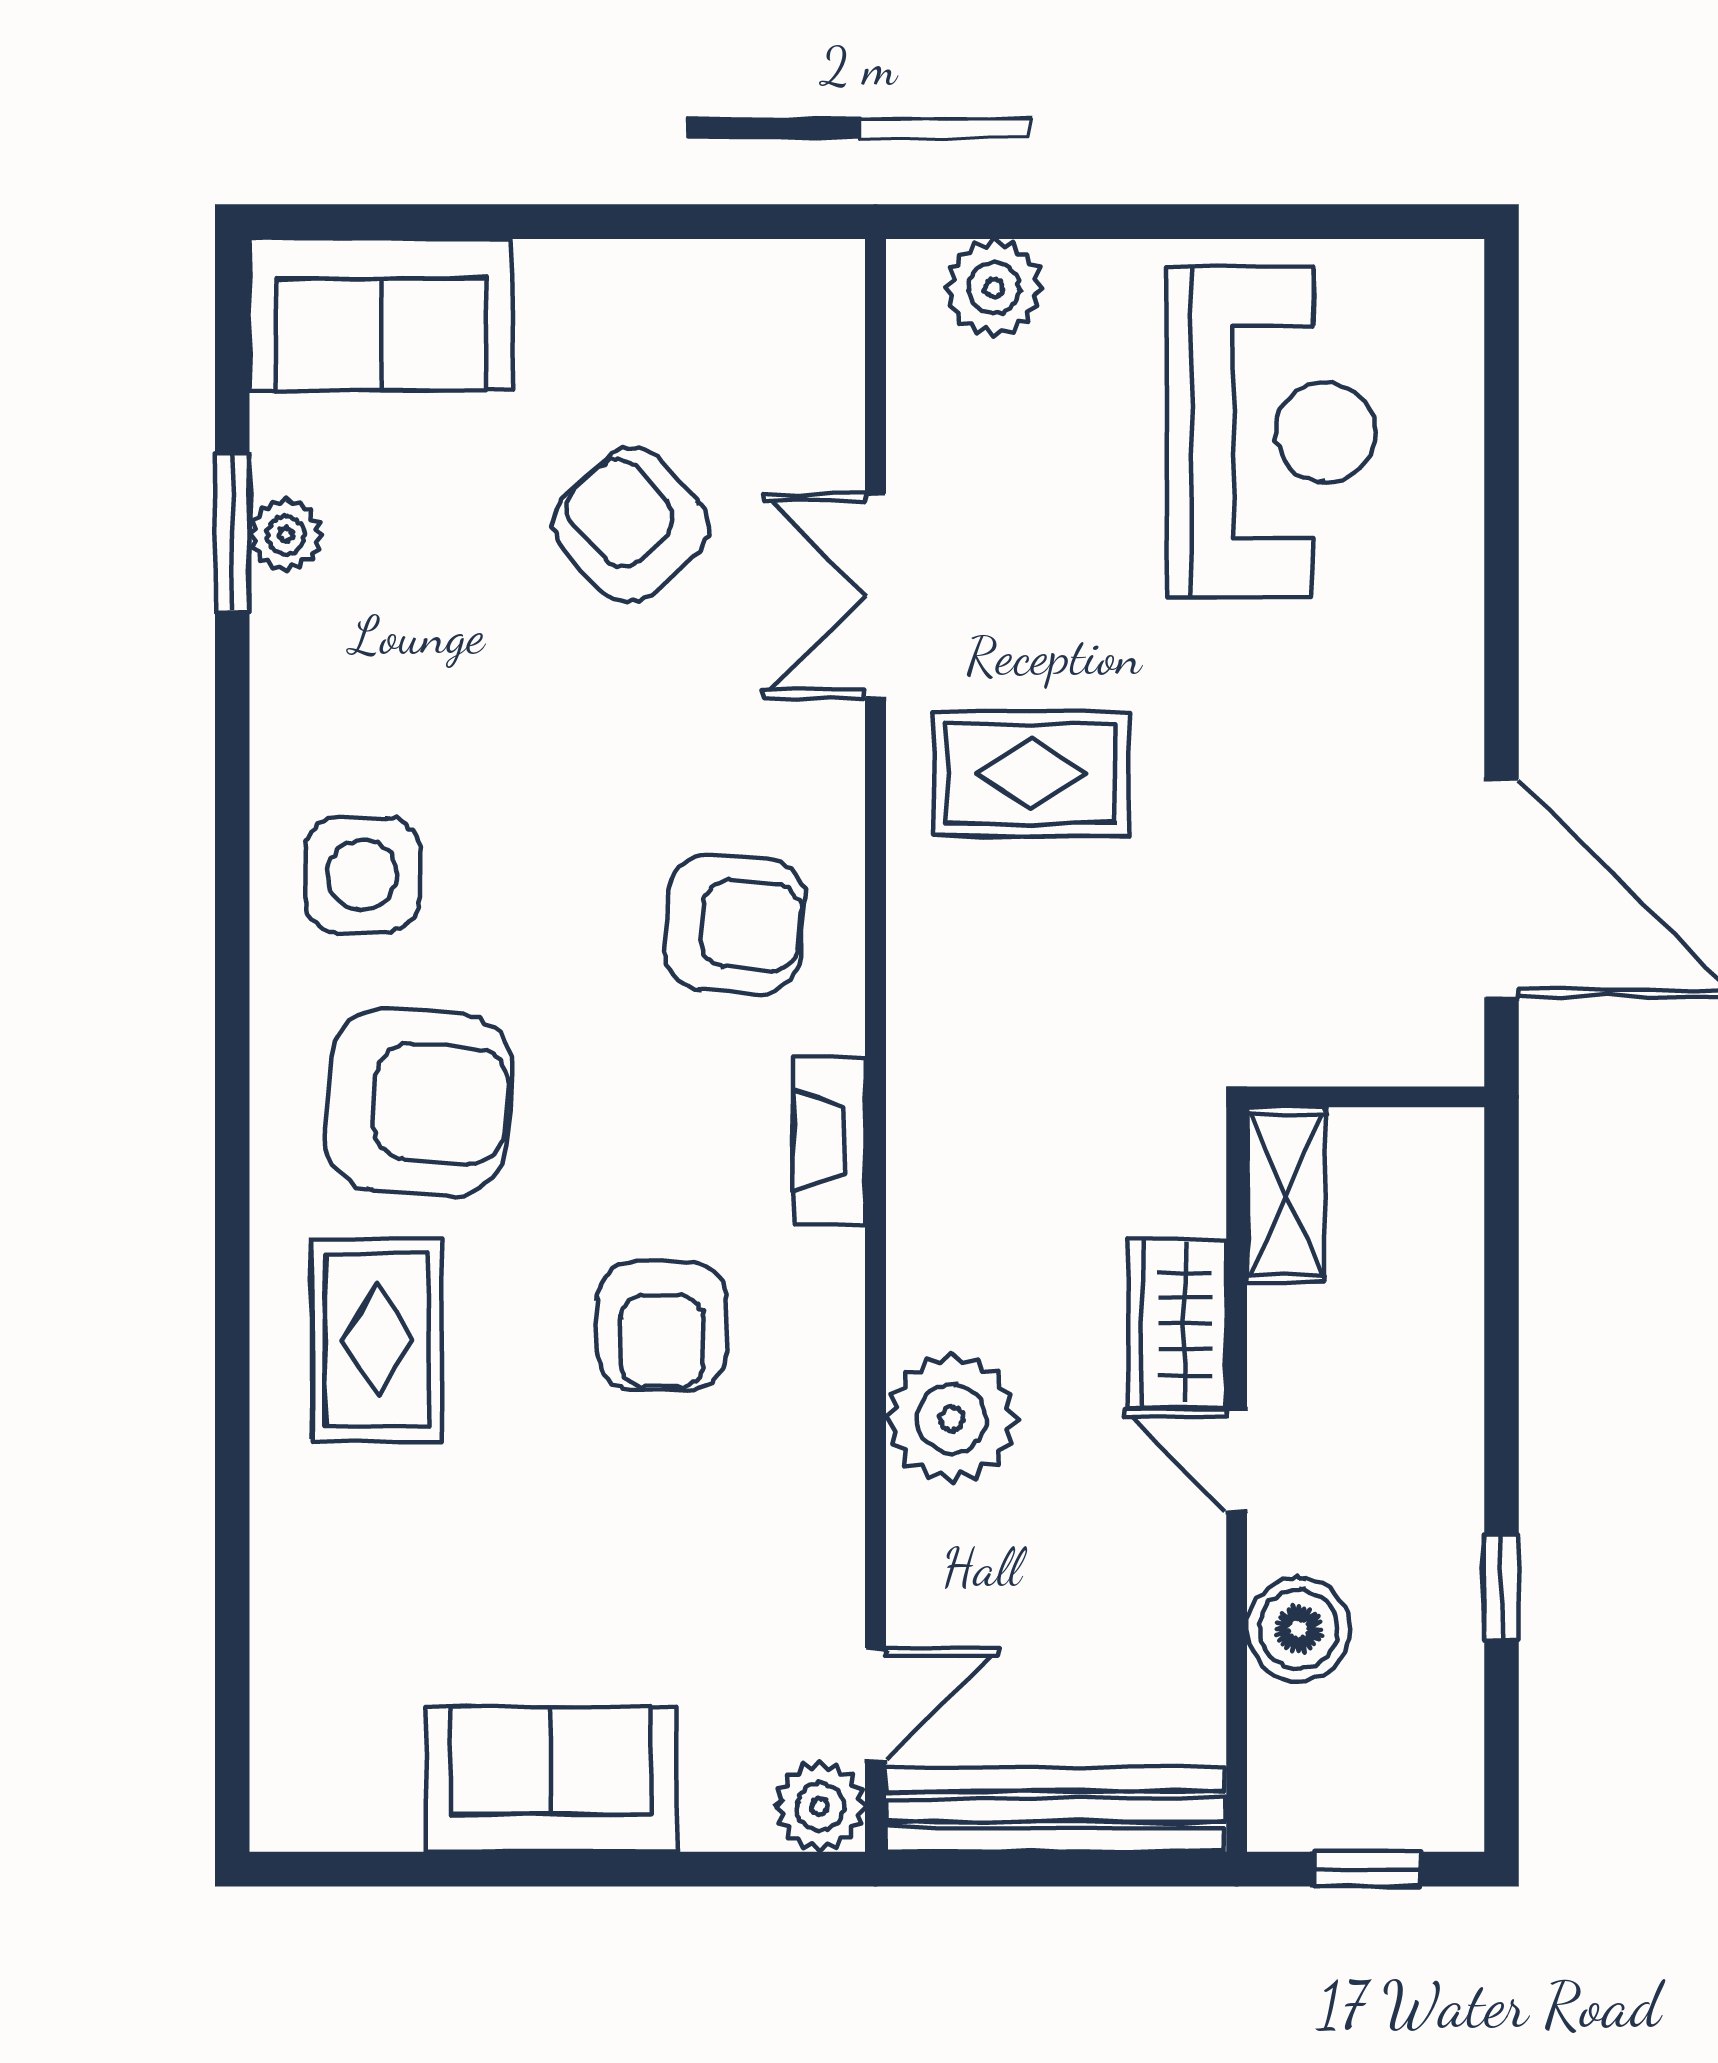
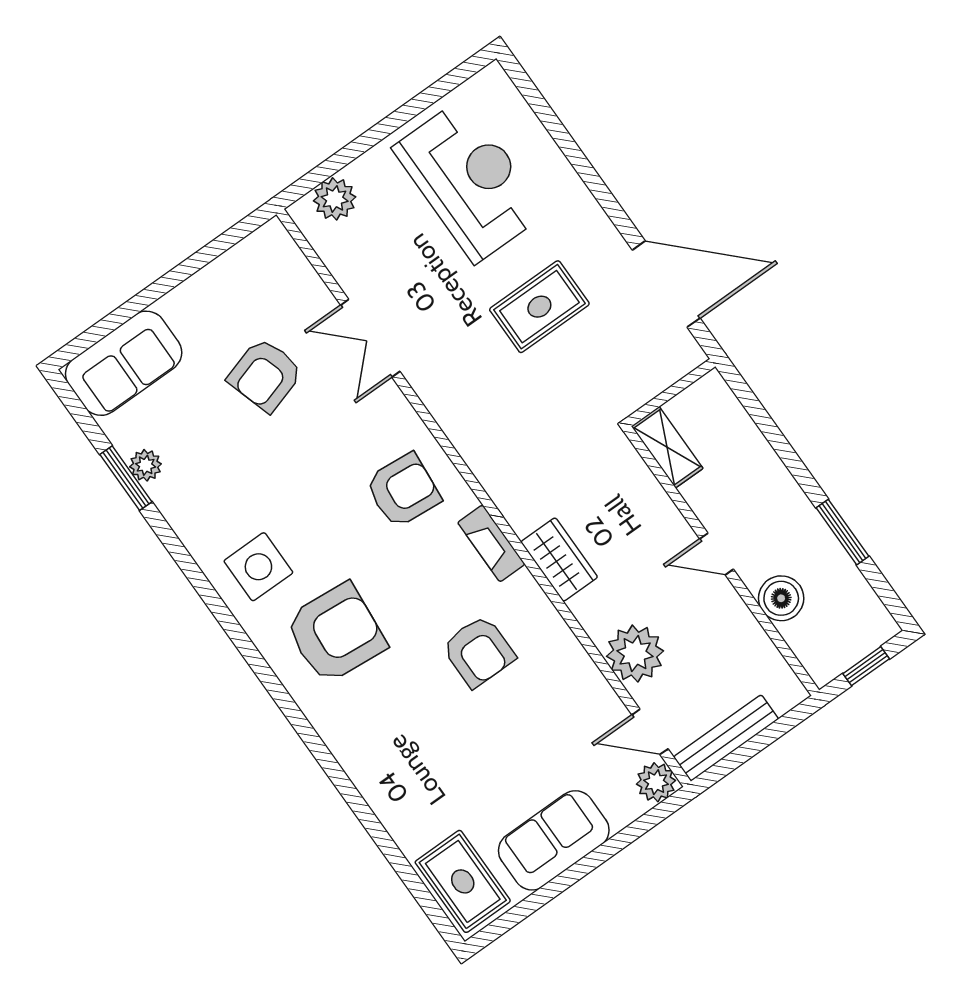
armchair: (630, 525) -> (265, 375), turned -65
rug: (1031, 774) -> (539, 307), moved
wardrobe: (1177, 1323) -> (559, 560), moved, turned 180
rug: (377, 1340) -> (463, 881), moved
plant: (952, 1419) -> (635, 654), moved
window: (1501, 1587) -> (842, 532), width x1.50
door: (875, 1704) -> (650, 732), swing flipped
bench: (1055, 1810) -> (726, 738), width x0.73, depth x0.82

